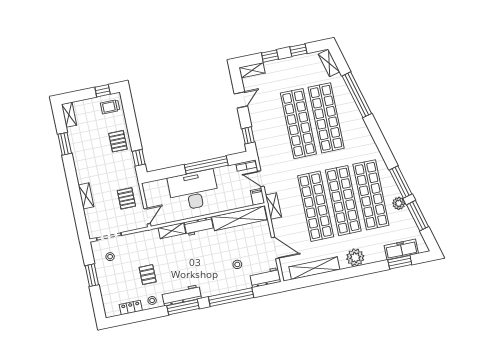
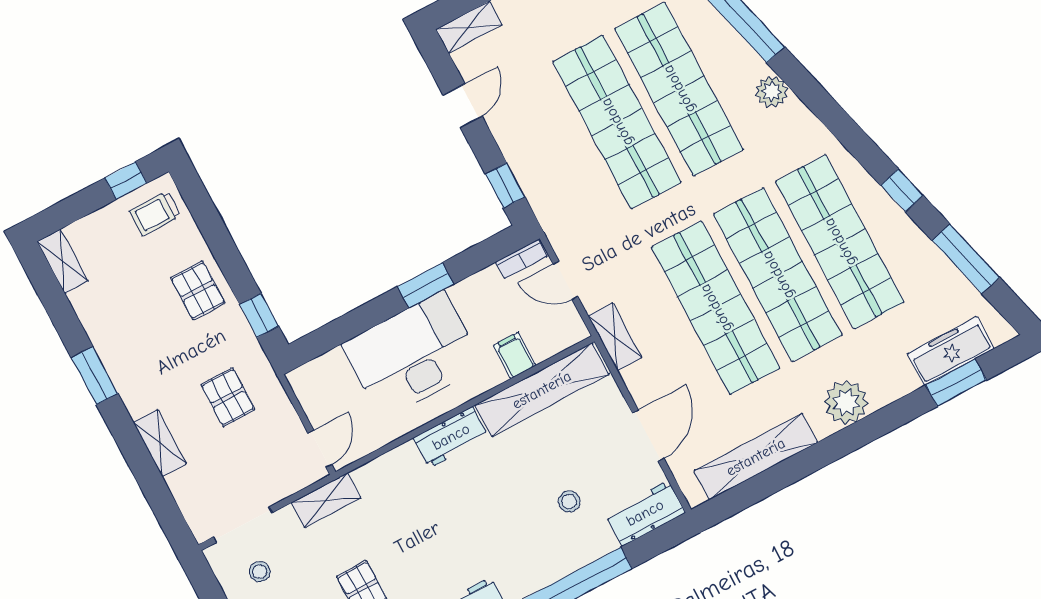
window: (65, 144) -> (95, 376), moved
window: (206, 165) -> (426, 285), width x0.47
window: (401, 182) -> (902, 190), width x0.46
filing cabinet: (257, 197) -> (515, 355), moved
pallet: (126, 198) -> (228, 397), moved
plant: (399, 203) -> (772, 92), moved
shelving: (172, 231) -> (326, 500), moved
door: (275, 248) -> (648, 436), hinge flipped

